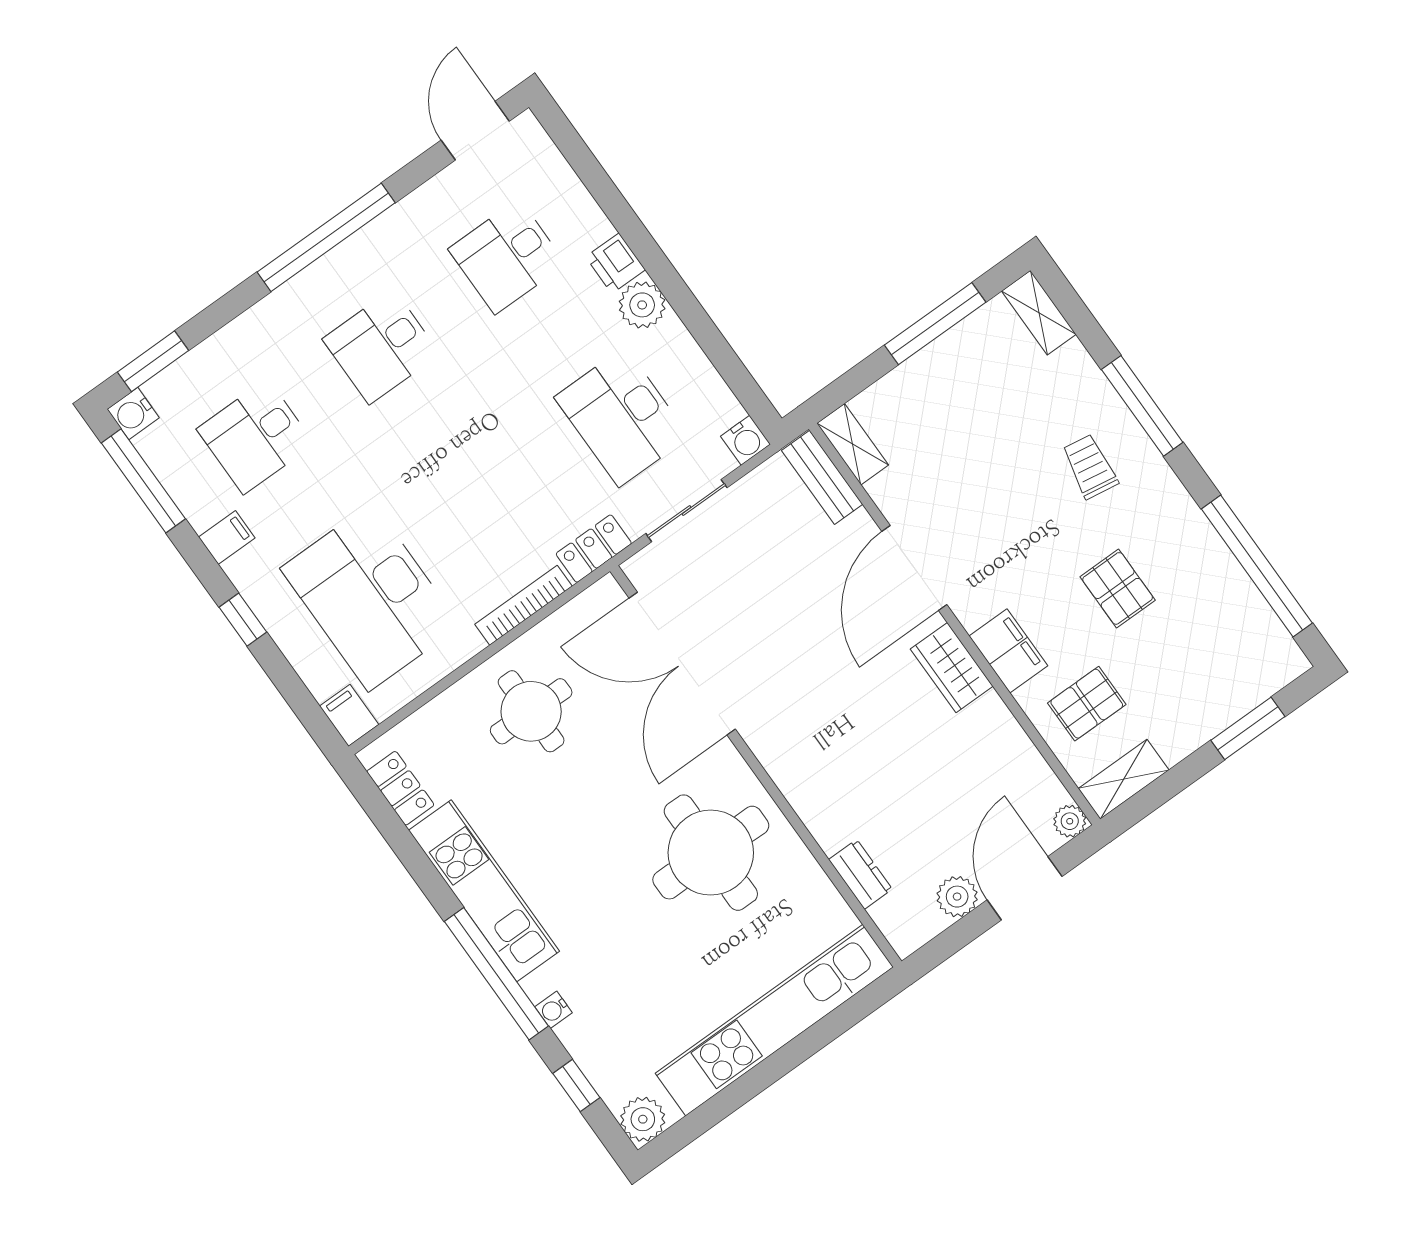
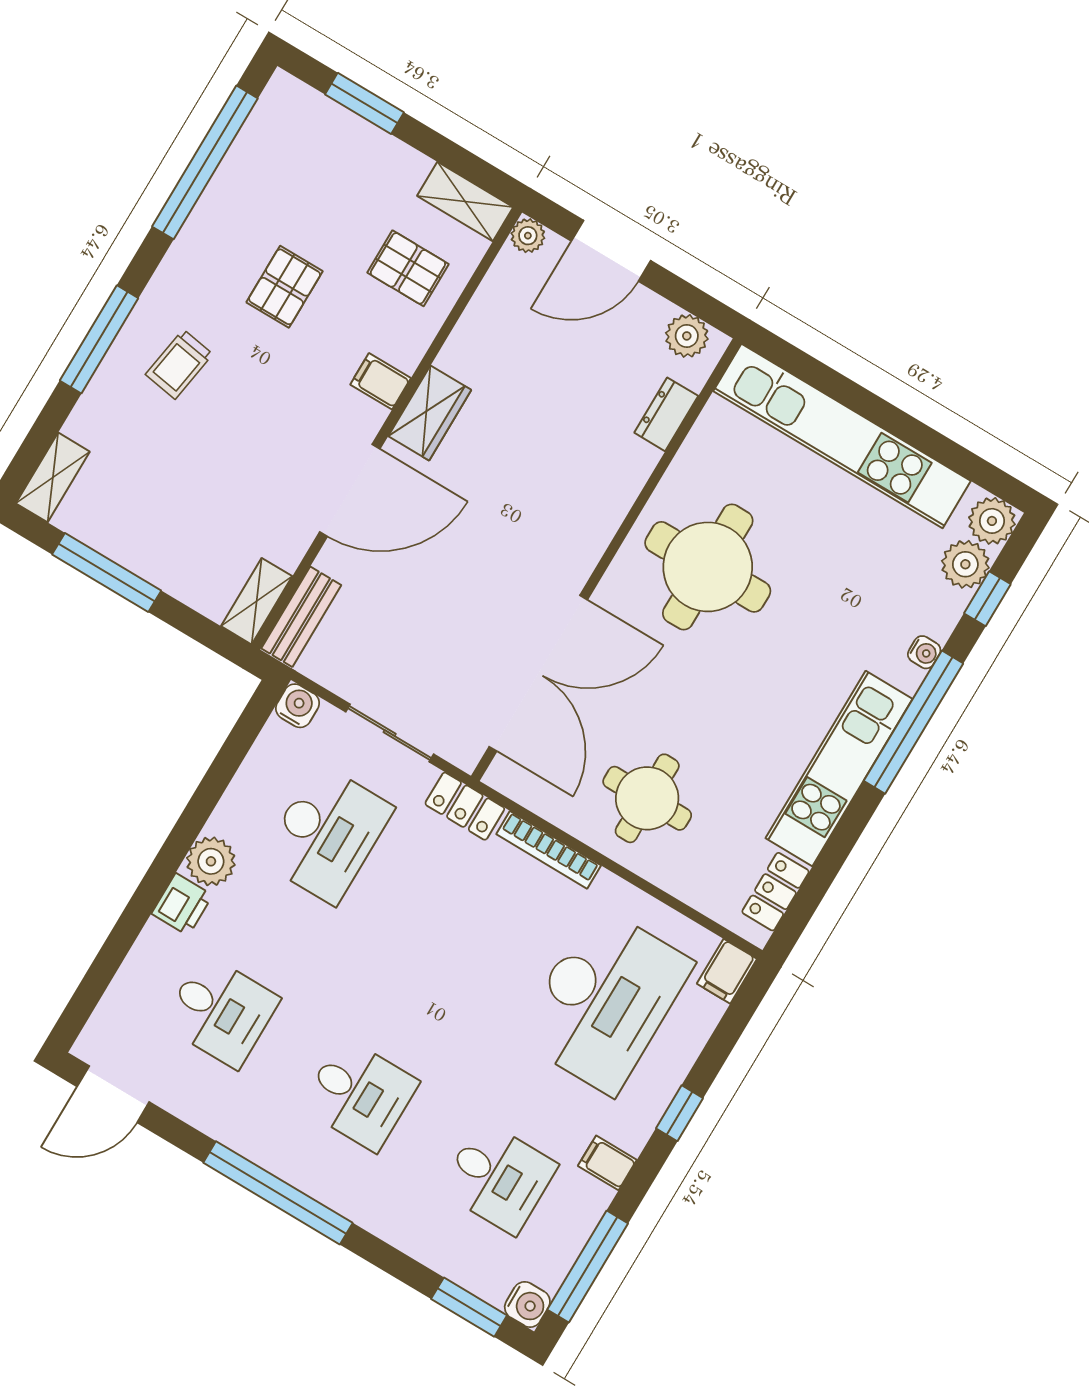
filing cabinet: (1008, 651) -> (381, 381), width x0.50
plant: (957, 897) -> (687, 336), moved
plant: (615, 1079) -> (965, 564), added

